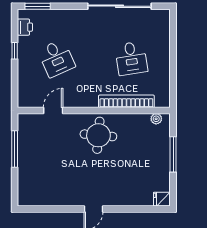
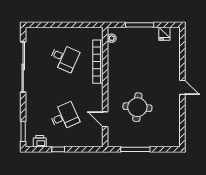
desk: (131, 58) -> (64, 58), turned 33
round table: (98, 135) -> (137, 107), moved
fridge: (162, 199) -> (164, 34), moved

